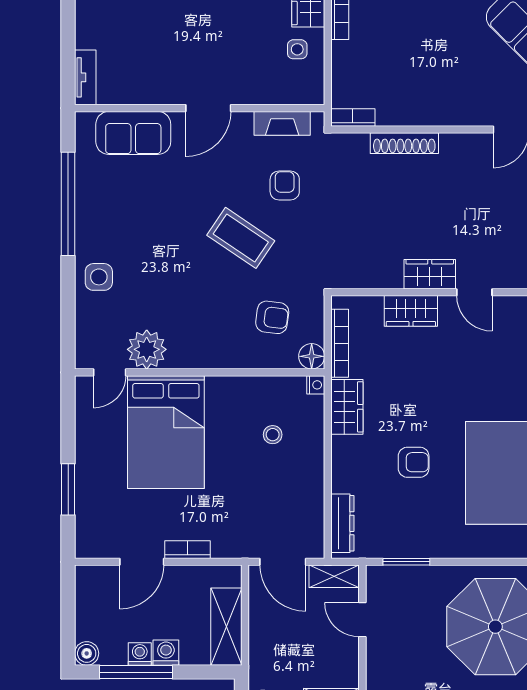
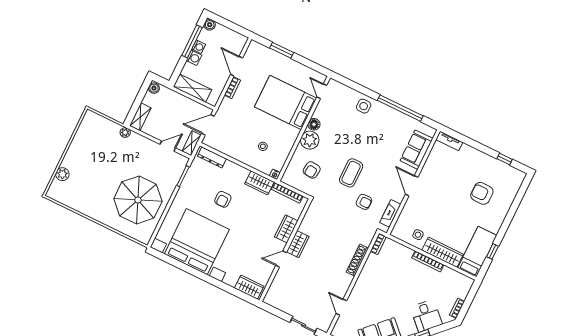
coffee table: (241, 238) -> (351, 173), turned -34
plant: (147, 349) -> (310, 140), moved
floor lamp: (312, 356) -> (314, 124), moved

